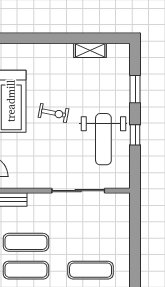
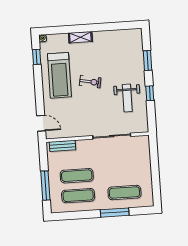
shelving: (90, 50) -> (80, 37), moved
weight bench: (103, 139) -> (127, 98), width x0.73, depth x0.75

